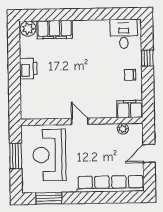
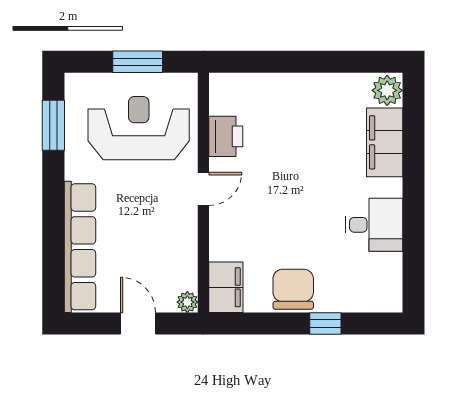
desk: (124, 34) -> (374, 225), moved
printer: (28, 68) -> (226, 136), moved, turned -90
chair: (130, 75) -> (293, 289), width x1.87, depth x1.87
plant: (123, 129) -> (187, 302), moved

